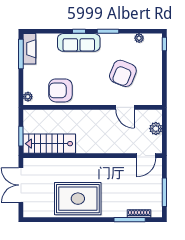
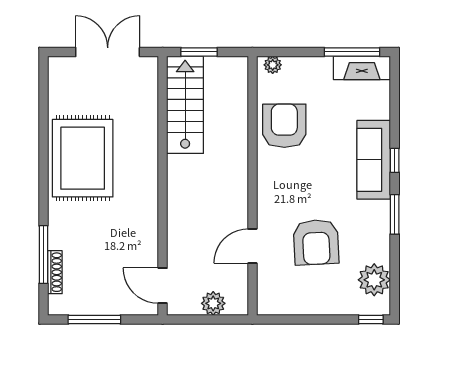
plant: (139, 38) -> (374, 280), width x1.88, depth x1.88
armchair: (123, 73) -> (316, 242), turned -115

